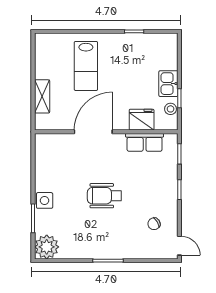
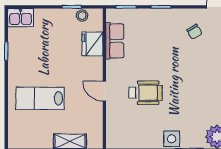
lab bench: (86, 66) -> (40, 98), turned 180
kitchen sink: (168, 84) -> (21, 18), moved
door: (93, 132) -> (104, 91), width x0.53
wheelchair: (104, 196) -> (145, 93), moved, turned -90

